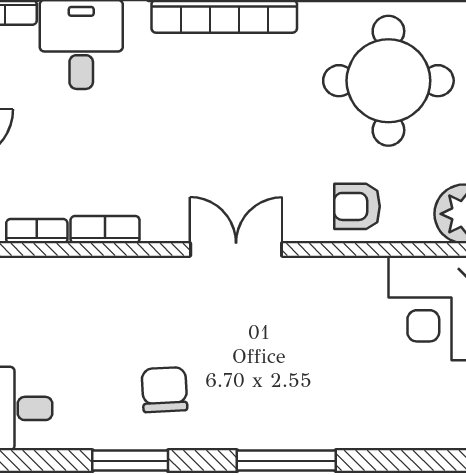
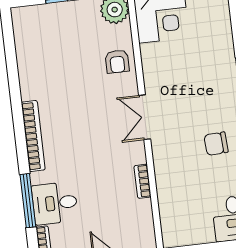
round table: (388, 81) -> (55, 53), removed
bookcase: (37, 231) -> (147, 214), removed

